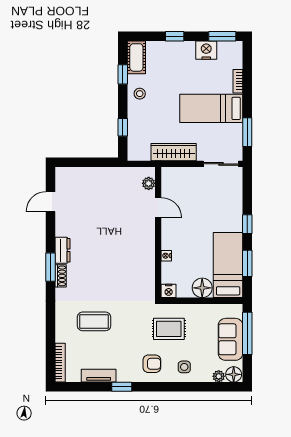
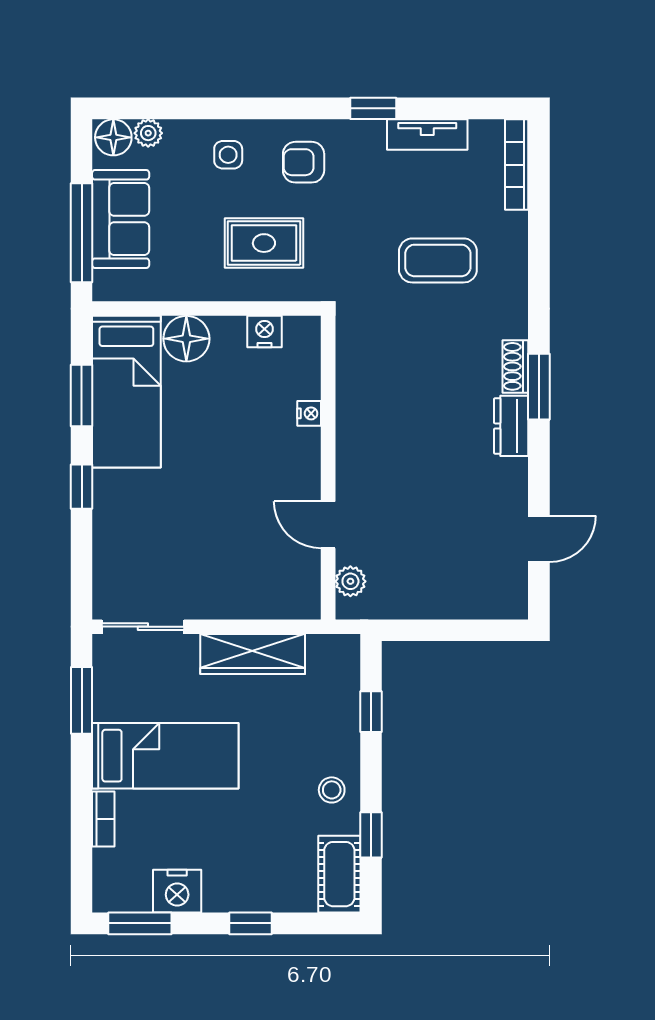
plant: (149, 183) -> (350, 581), moved
door: (158, 208) -> (328, 525), moved
wall: (158, 232) -> (328, 468), moved
nightstand: (166, 256) -> (309, 413), moved

